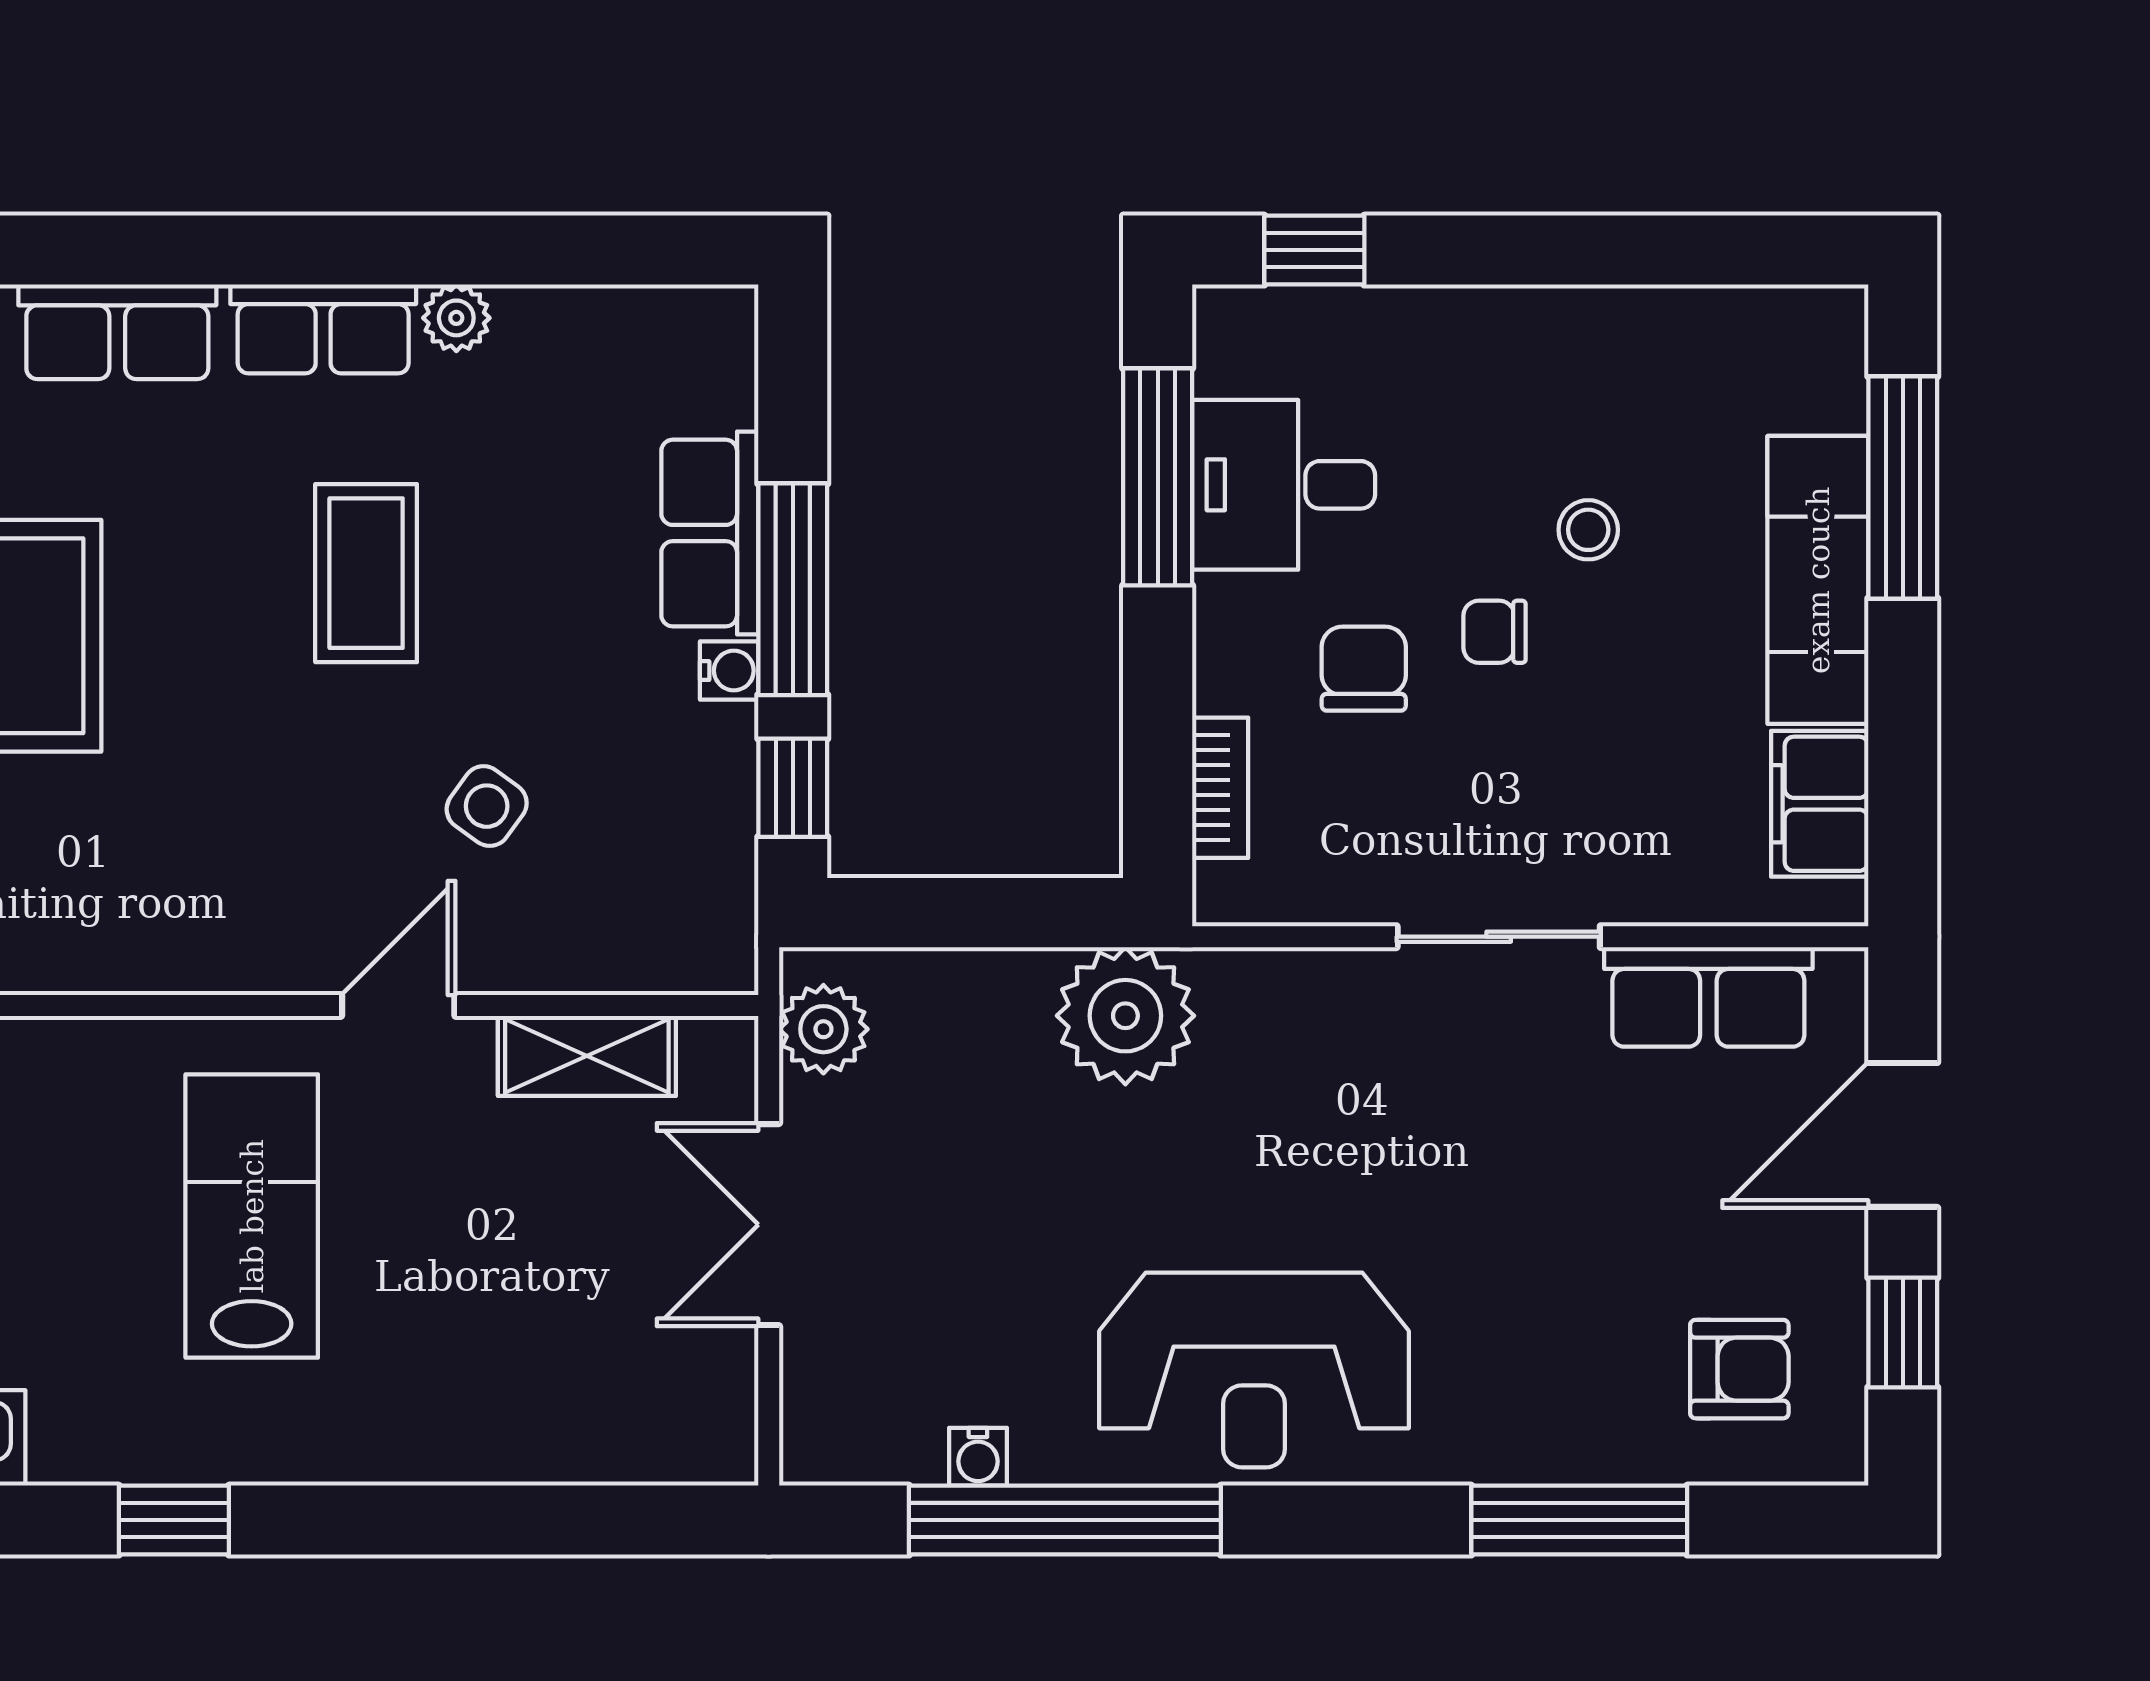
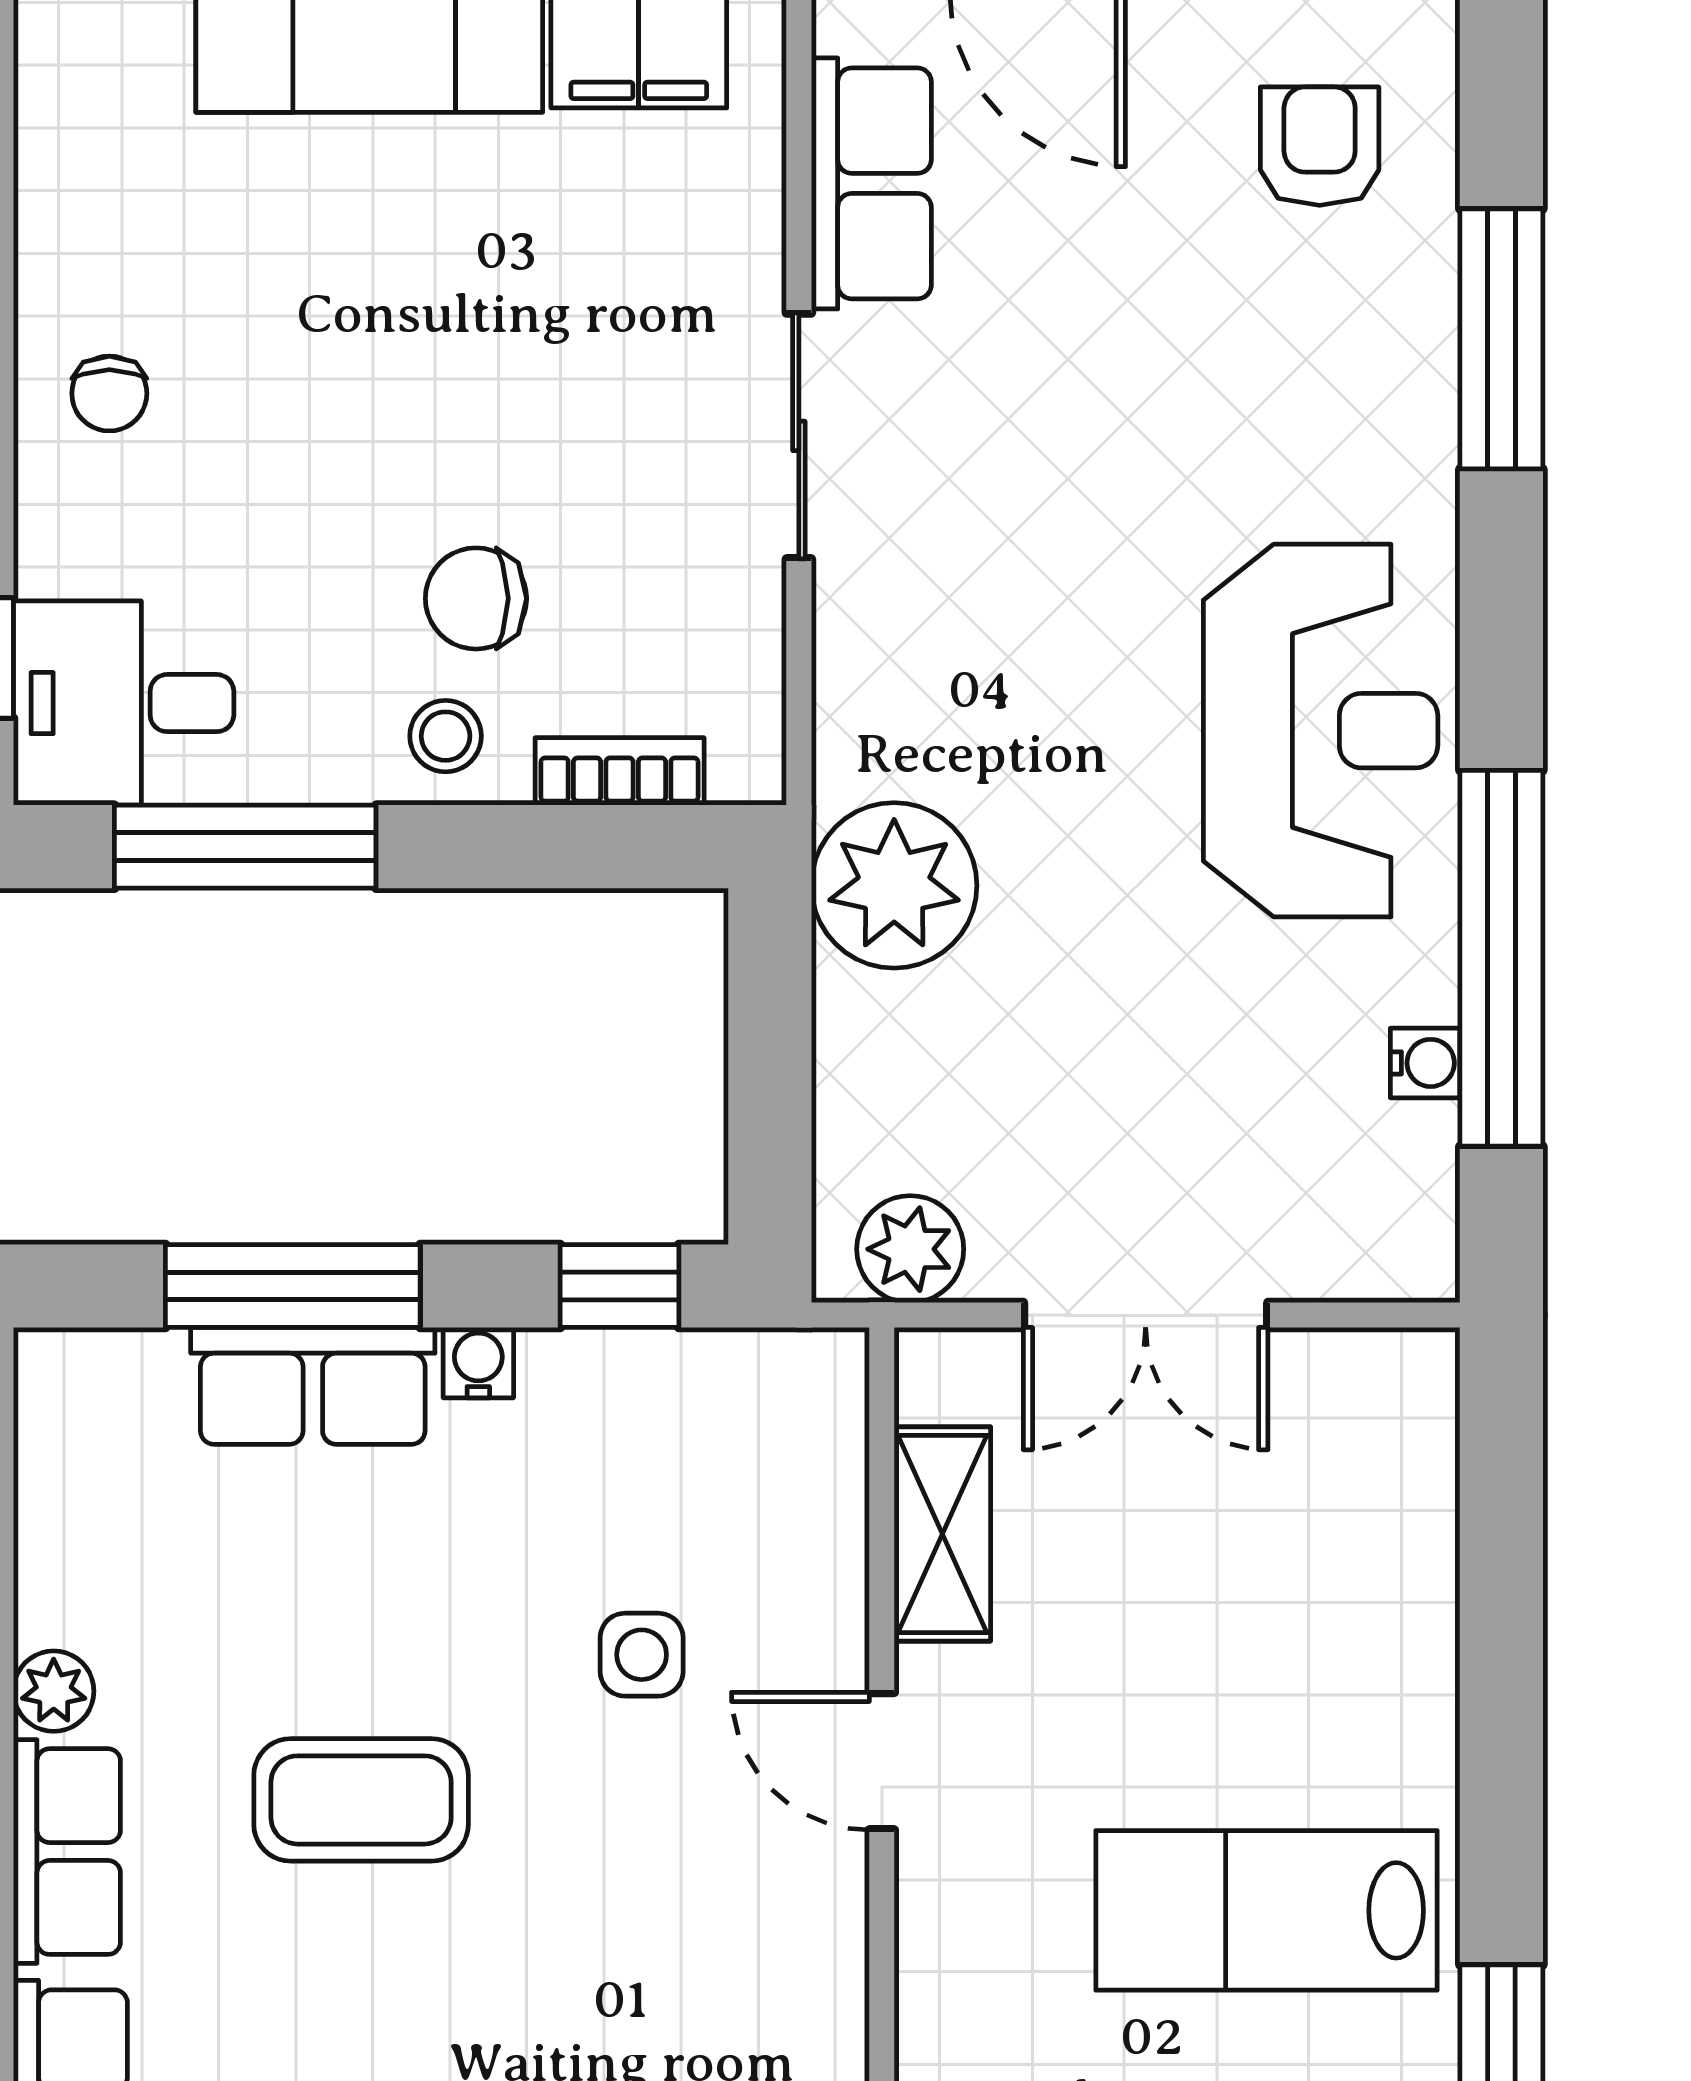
desk: (1284, 485) -> (124, 703), moved, turned 90
stool: (1588, 530) -> (446, 736), moved
window: (793, 589) -> (293, 1286), moved
chair: (1495, 632) -> (109, 393), moved
side table: (487, 806) -> (642, 1655), turned -36
lab bench: (252, 1216) -> (1267, 1910), moved

